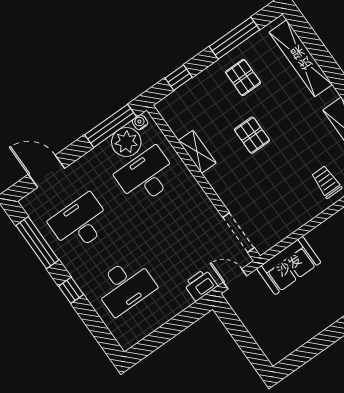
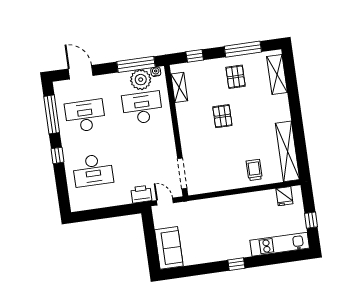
shelving: (301, 58) -> (277, 74), width x0.68
shelving: (197, 152) -> (179, 87), moved
sofa: (289, 265) -> (169, 248), moved, turned -90

